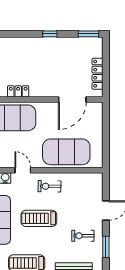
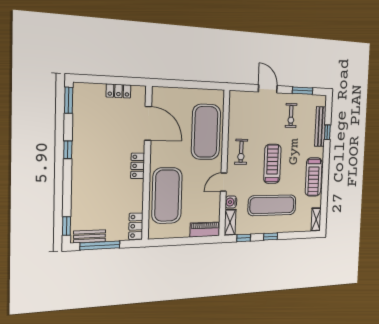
locker: (98, 74) -> (118, 91), width x0.66
locker: (18, 91) -> (138, 166), moved
treadmill: (39, 218) -> (272, 164), turned 180

